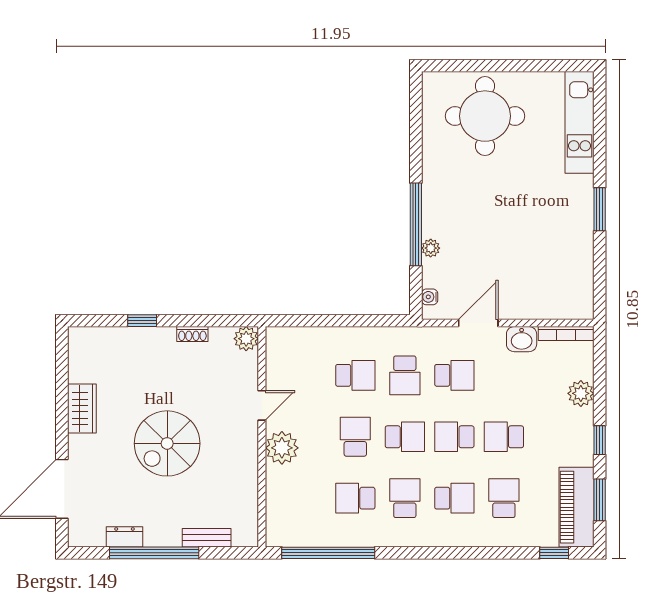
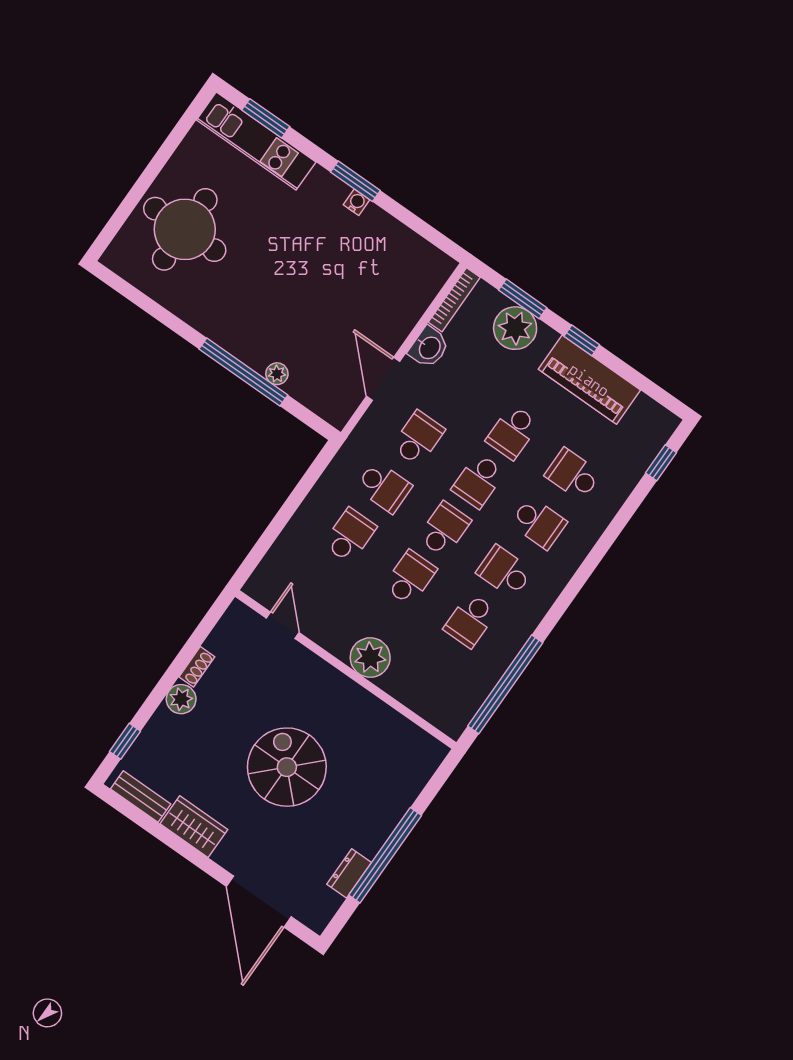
window: (600, 118) -> (266, 118), added
water cooler: (430, 297) -> (357, 202), moved, turned 180
window: (142, 321) -> (125, 741), moved
plant: (246, 339) -> (181, 699), moved
plant: (581, 393) -> (515, 328), width x1.36, depth x1.36
door: (262, 405) -> (283, 625), moved
school desk: (355, 437) -> (410, 578), turned 90
spiral stairs: (167, 443) -> (287, 767), turned 180
school desk: (454, 498) -> (539, 523), turned 90
window: (600, 500) -> (523, 299), moved
piano: (576, 507) -> (589, 380), moved
bench: (207, 538) -> (141, 796), moved, turned 90

